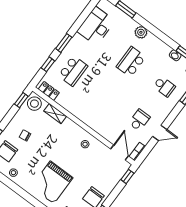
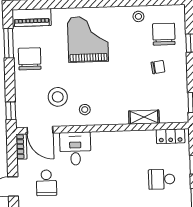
school desk: (73, 71) -> (162, 179), width x0.54
stool: (34, 104) -> (58, 97), moved
desk: (108, 126) -> (75, 149), added

